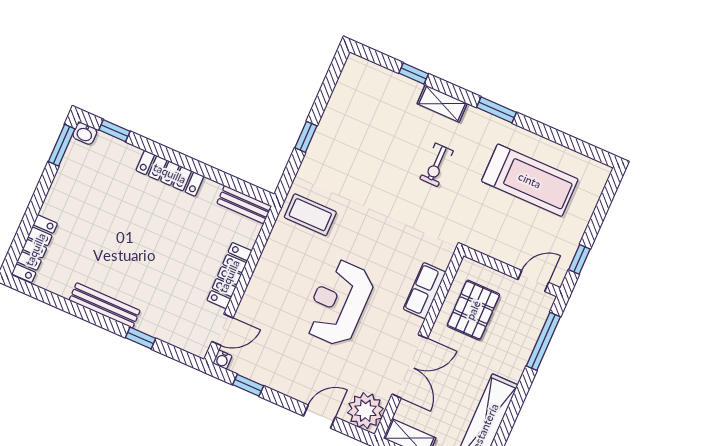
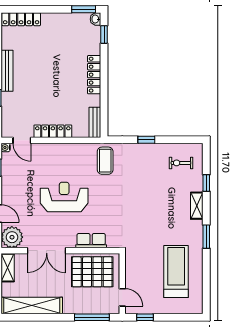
exercise bike: (436, 165) -> (181, 163), moved
treadmill: (530, 180) -> (176, 271), turned 180
pallet: (473, 310) -> (92, 272), width x1.37, depth x1.41

